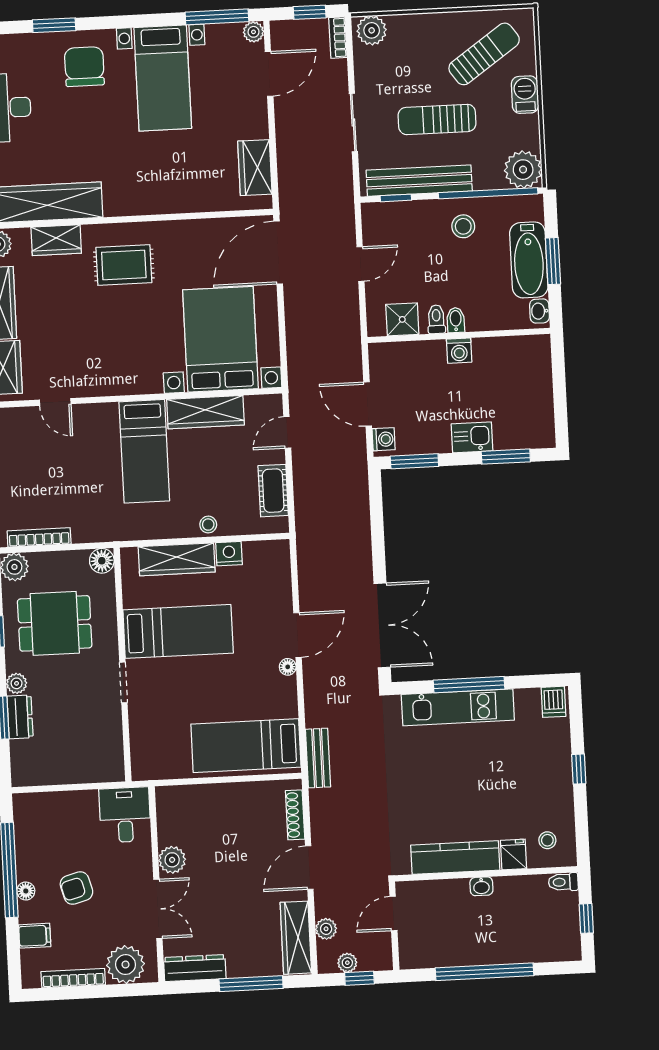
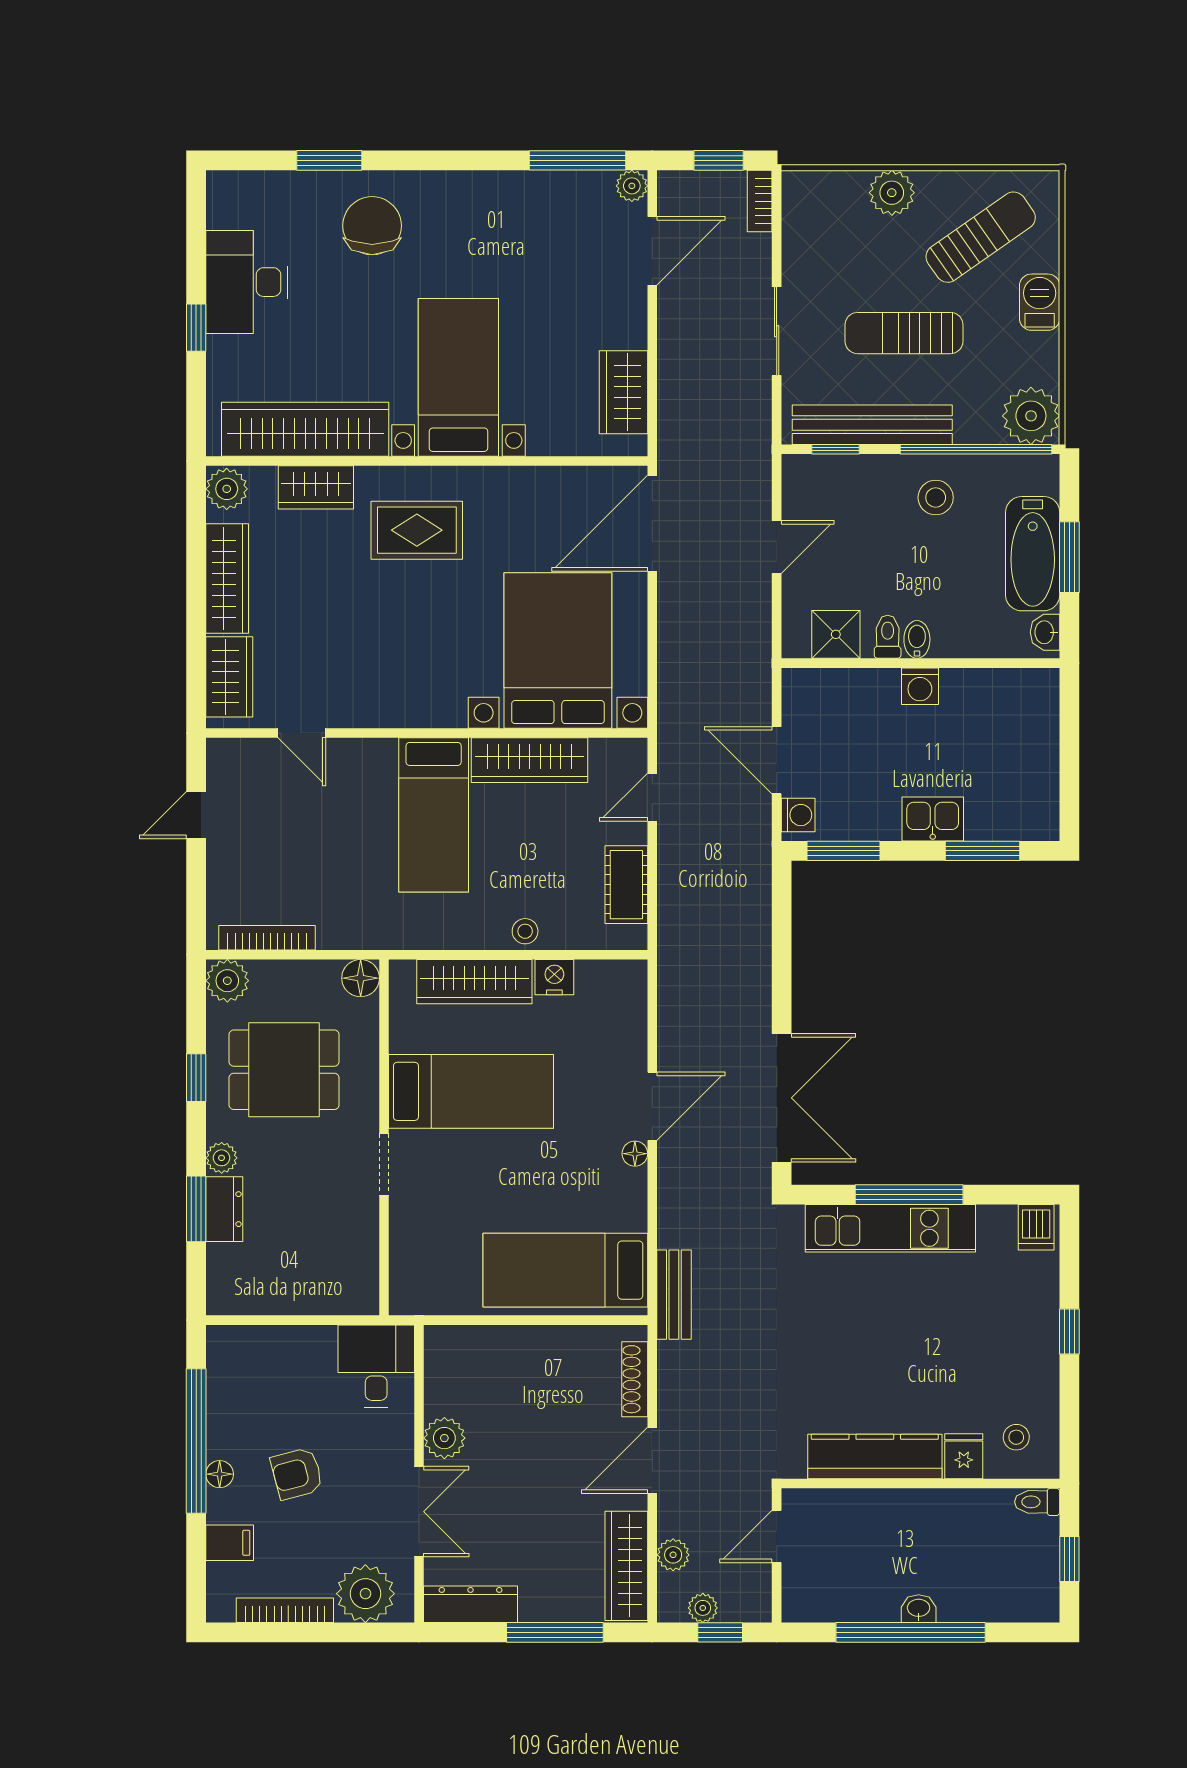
plant: (372, 30) -> (892, 193), moved
bed with nightstands: (163, 78) -> (458, 377), moved, turned 180
washbasin: (481, 886) -> (919, 1609), moved, turned 180

